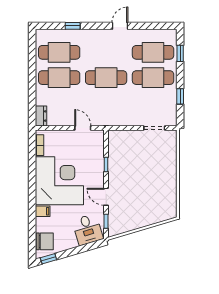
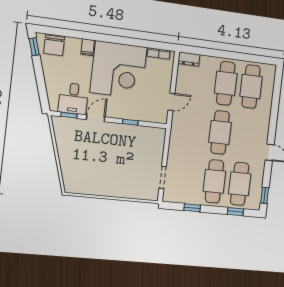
window: (73, 26) -> (265, 195), moved
desk: (88, 229) -> (73, 98), moved, turned -73

